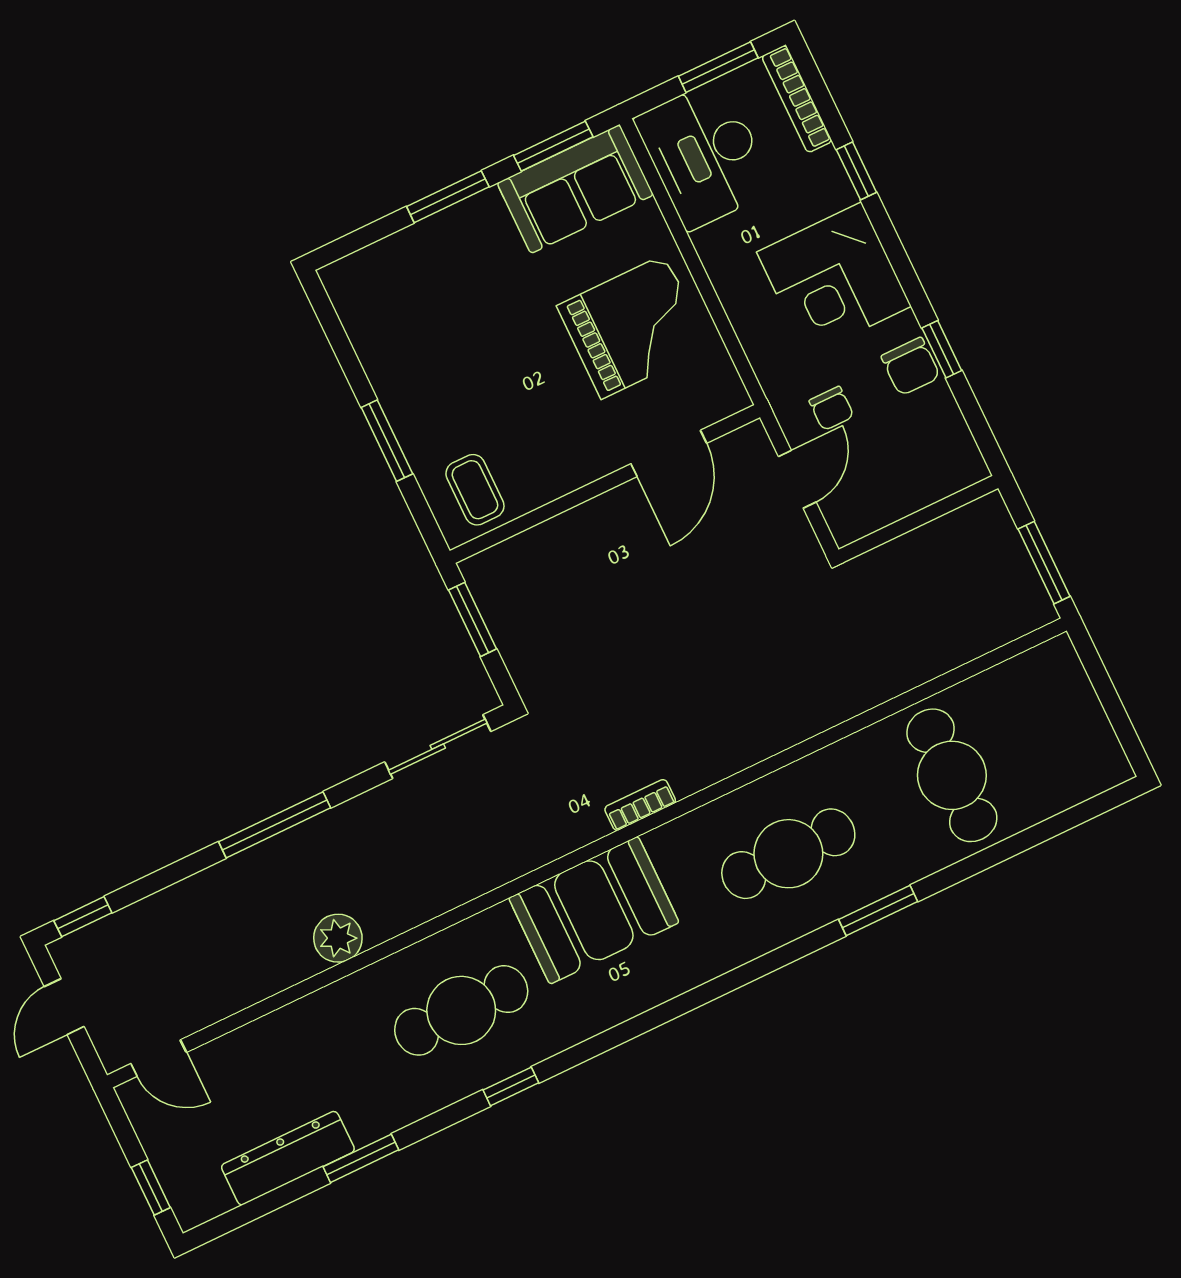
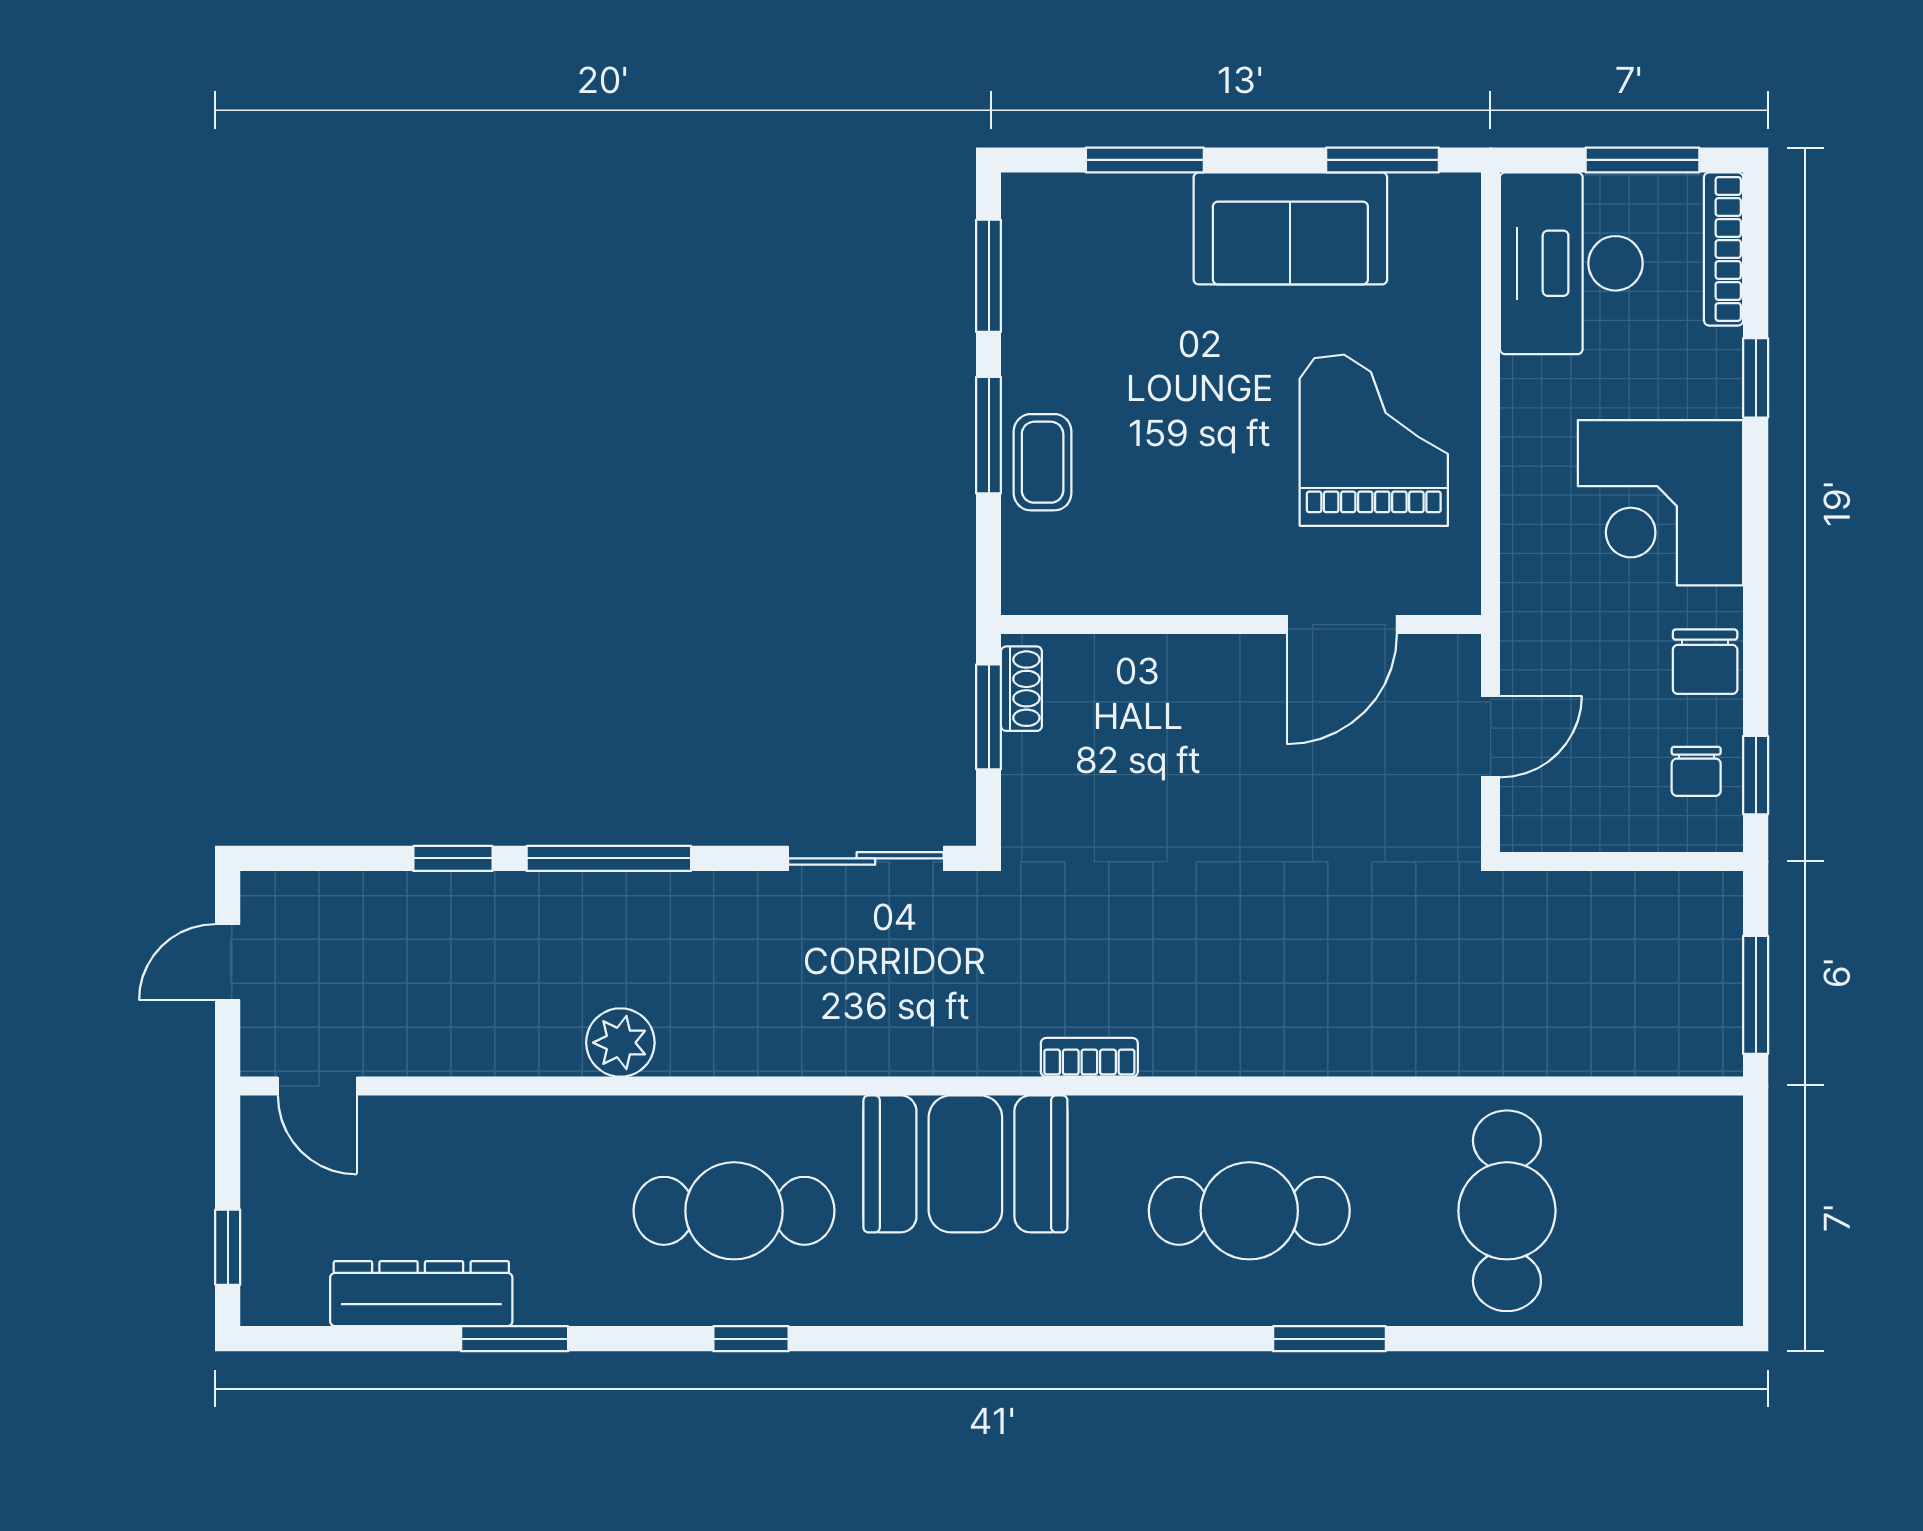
sofa: (575, 189) -> (1290, 228), moved
window: (448, 197) -> (1145, 160), moved
grand piano: (633, 327) -> (1374, 440), turned -90
window: (338, 339) -> (989, 276), added
window: (942, 349) -> (1756, 775), moved
chair: (831, 408) -> (1696, 771), moved
coffee table: (475, 490) -> (1043, 462), moved
shoe rack: (485, 592) -> (1021, 689), added
window: (83, 917) -> (453, 858), moved

